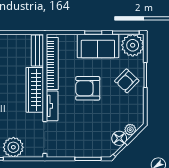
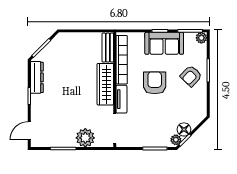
plant: (133, 45) -> (201, 38), width x0.53, depth x0.53
armchair: (88, 88) -> (155, 83), turned 90
plant: (130, 130) -> (176, 140), moved

